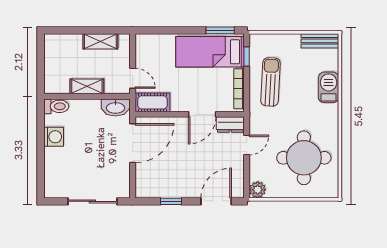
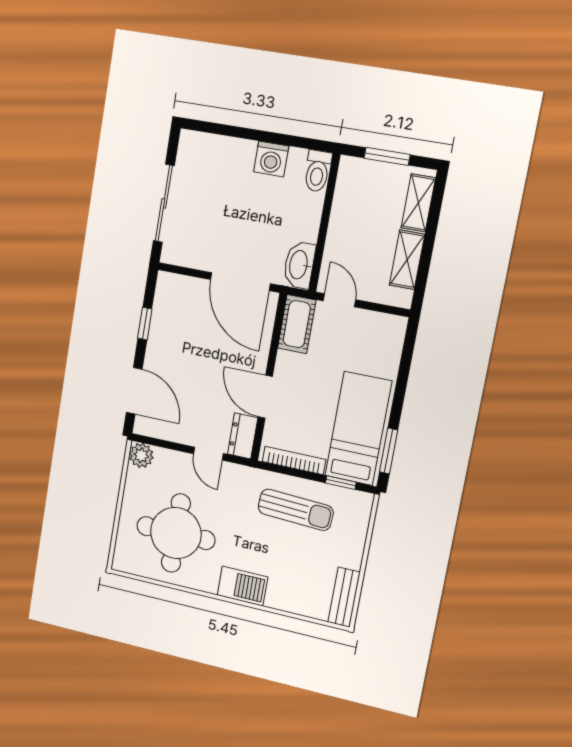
window: (41, 65) -> (387, 156), added
door: (133, 78) -> (339, 300), swing flipped
shelving: (87, 86) -> (418, 203), moved
barbecue: (329, 87) -> (243, 586), moved

